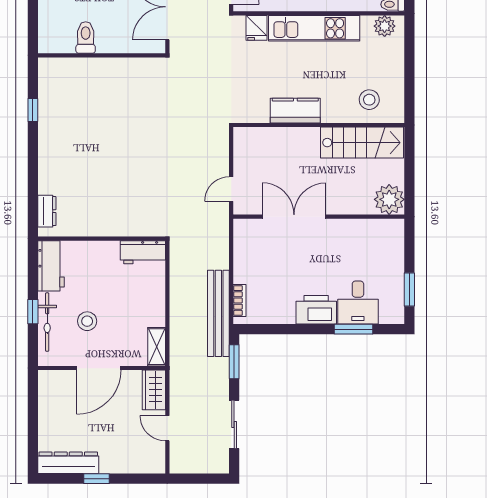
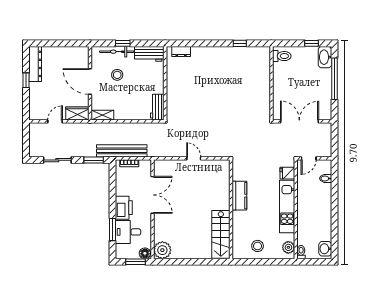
toilet: (86, 37) -> (282, 56), moved
stool: (369, 100) -> (258, 246), moved
plant: (389, 199) -> (162, 250), moved
double door: (294, 217) -> (152, 195), moved
wall: (319, 217) -> (152, 209), moved
floor lamp: (395, 273) -> (145, 253), added

